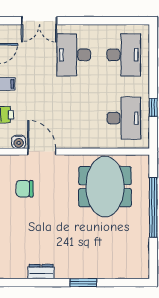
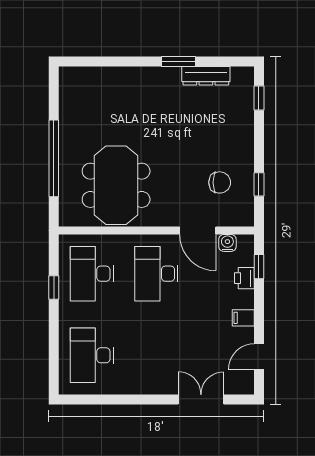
desk: (74, 55) -> (156, 274), moved, turned 180
dresser: (41, 272) -> (206, 76), width x1.44
window: (83, 283) -> (179, 61), moved

